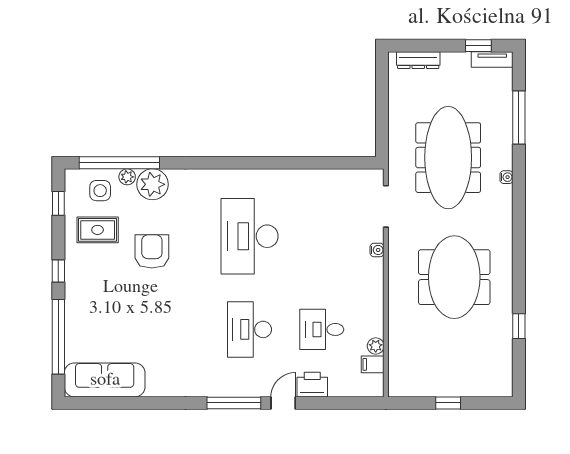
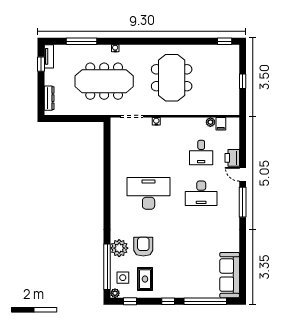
plant: (127, 177) -> (115, 293), moved
desk: (250, 236) -> (149, 193), turned 180
armchair: (152, 251) -> (143, 247), moved, turned 90
meeting table: (454, 277) -> (172, 78), turned 90
window: (519, 326) -> (225, 41), moved

